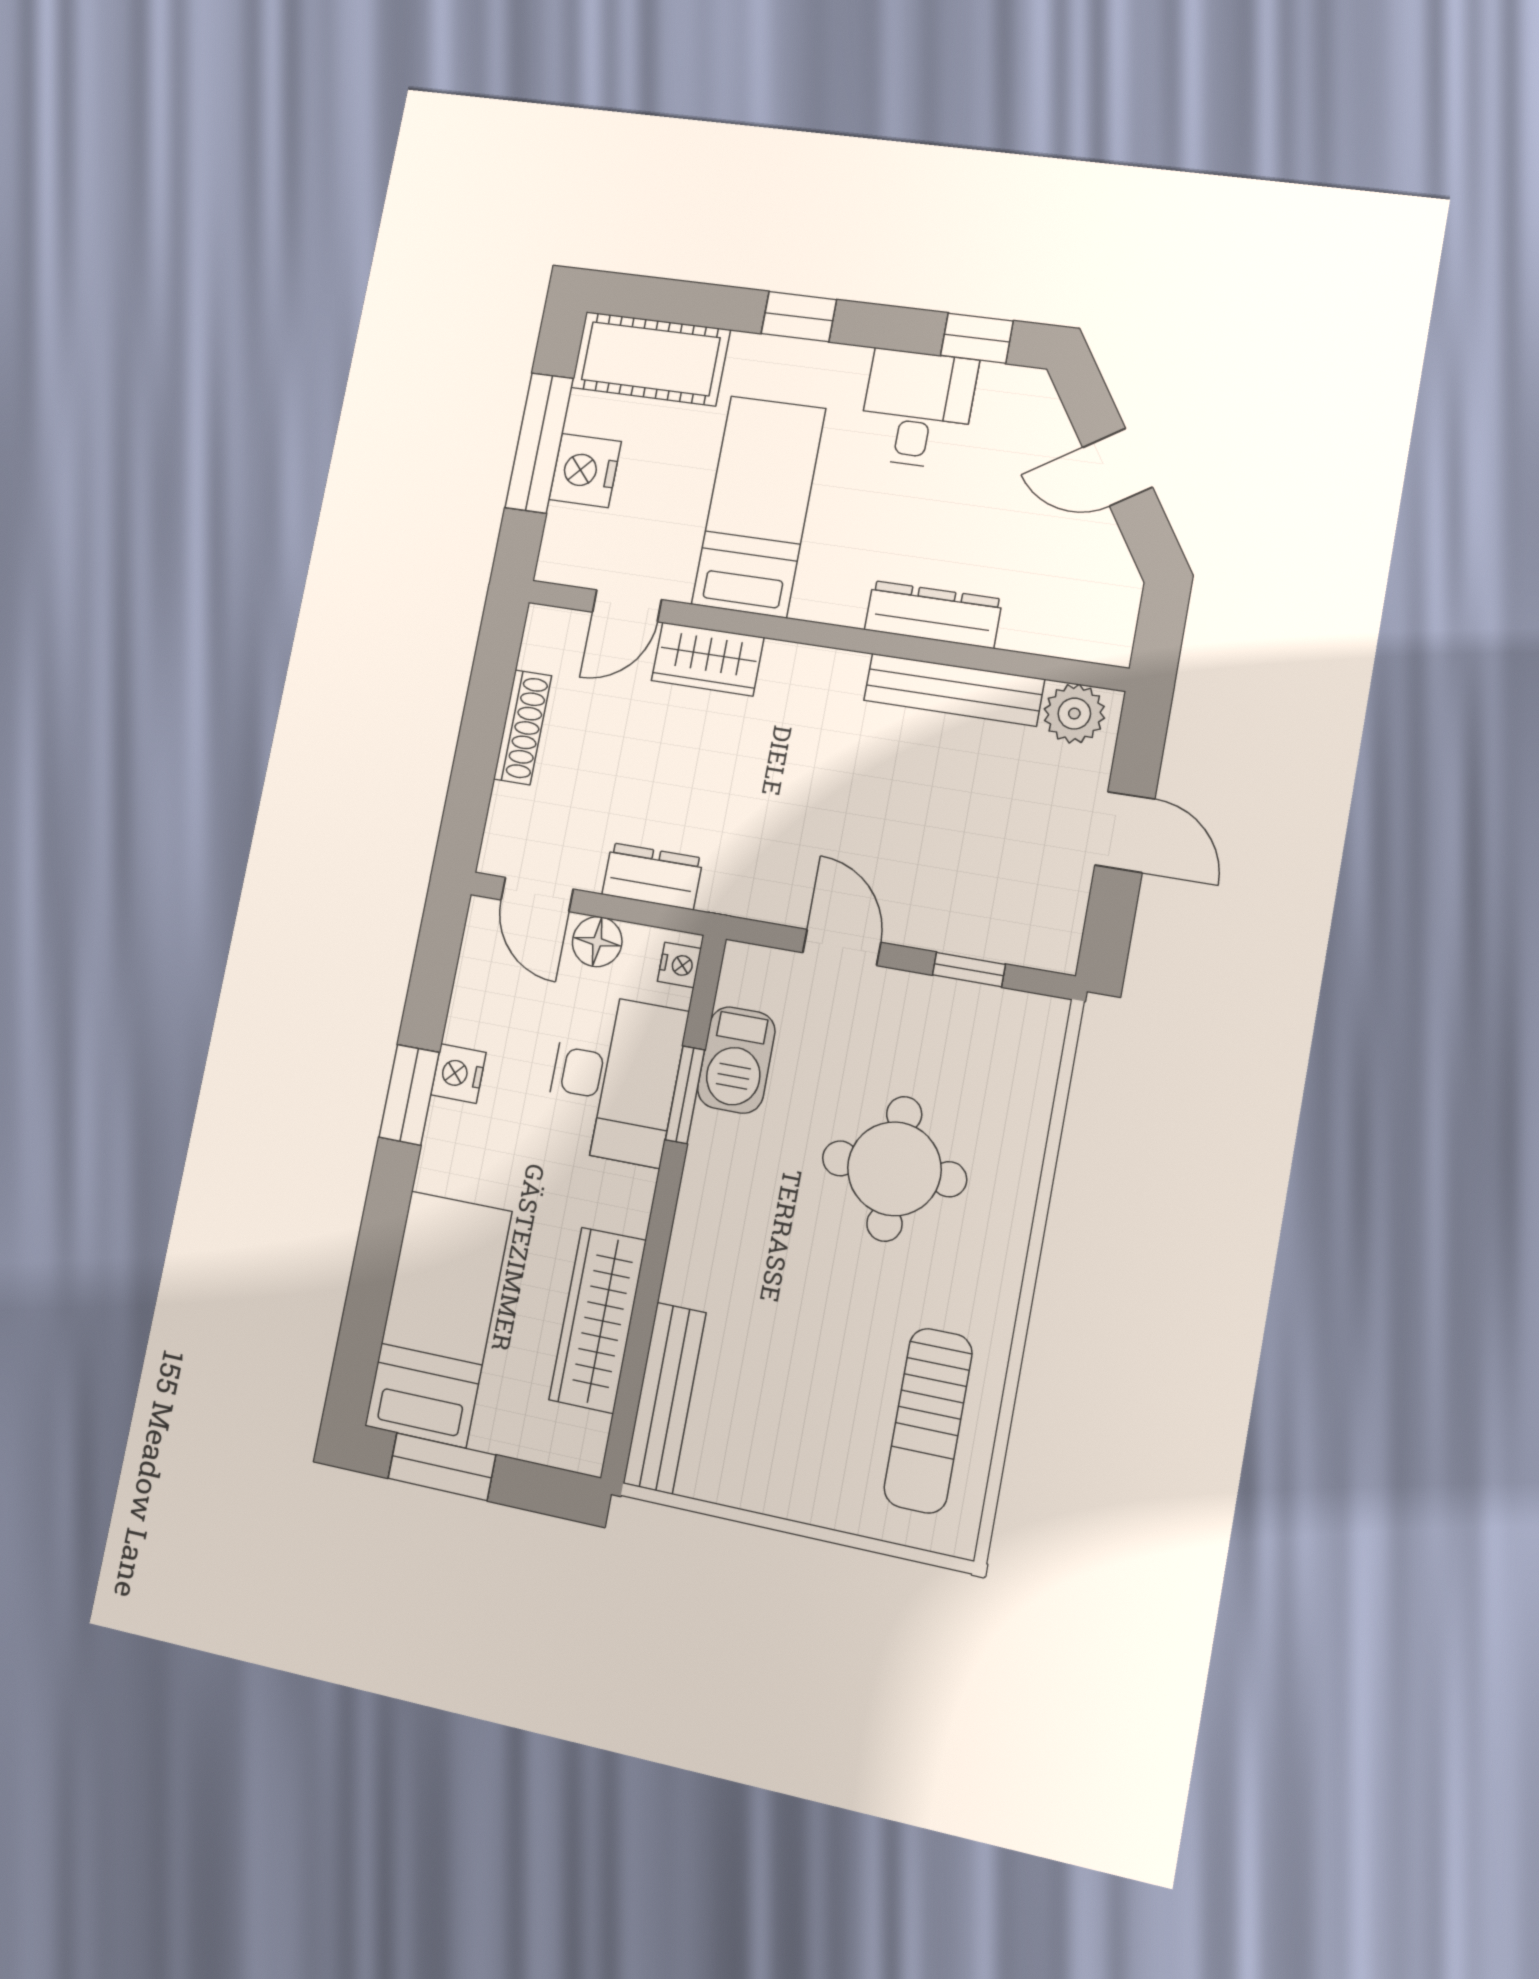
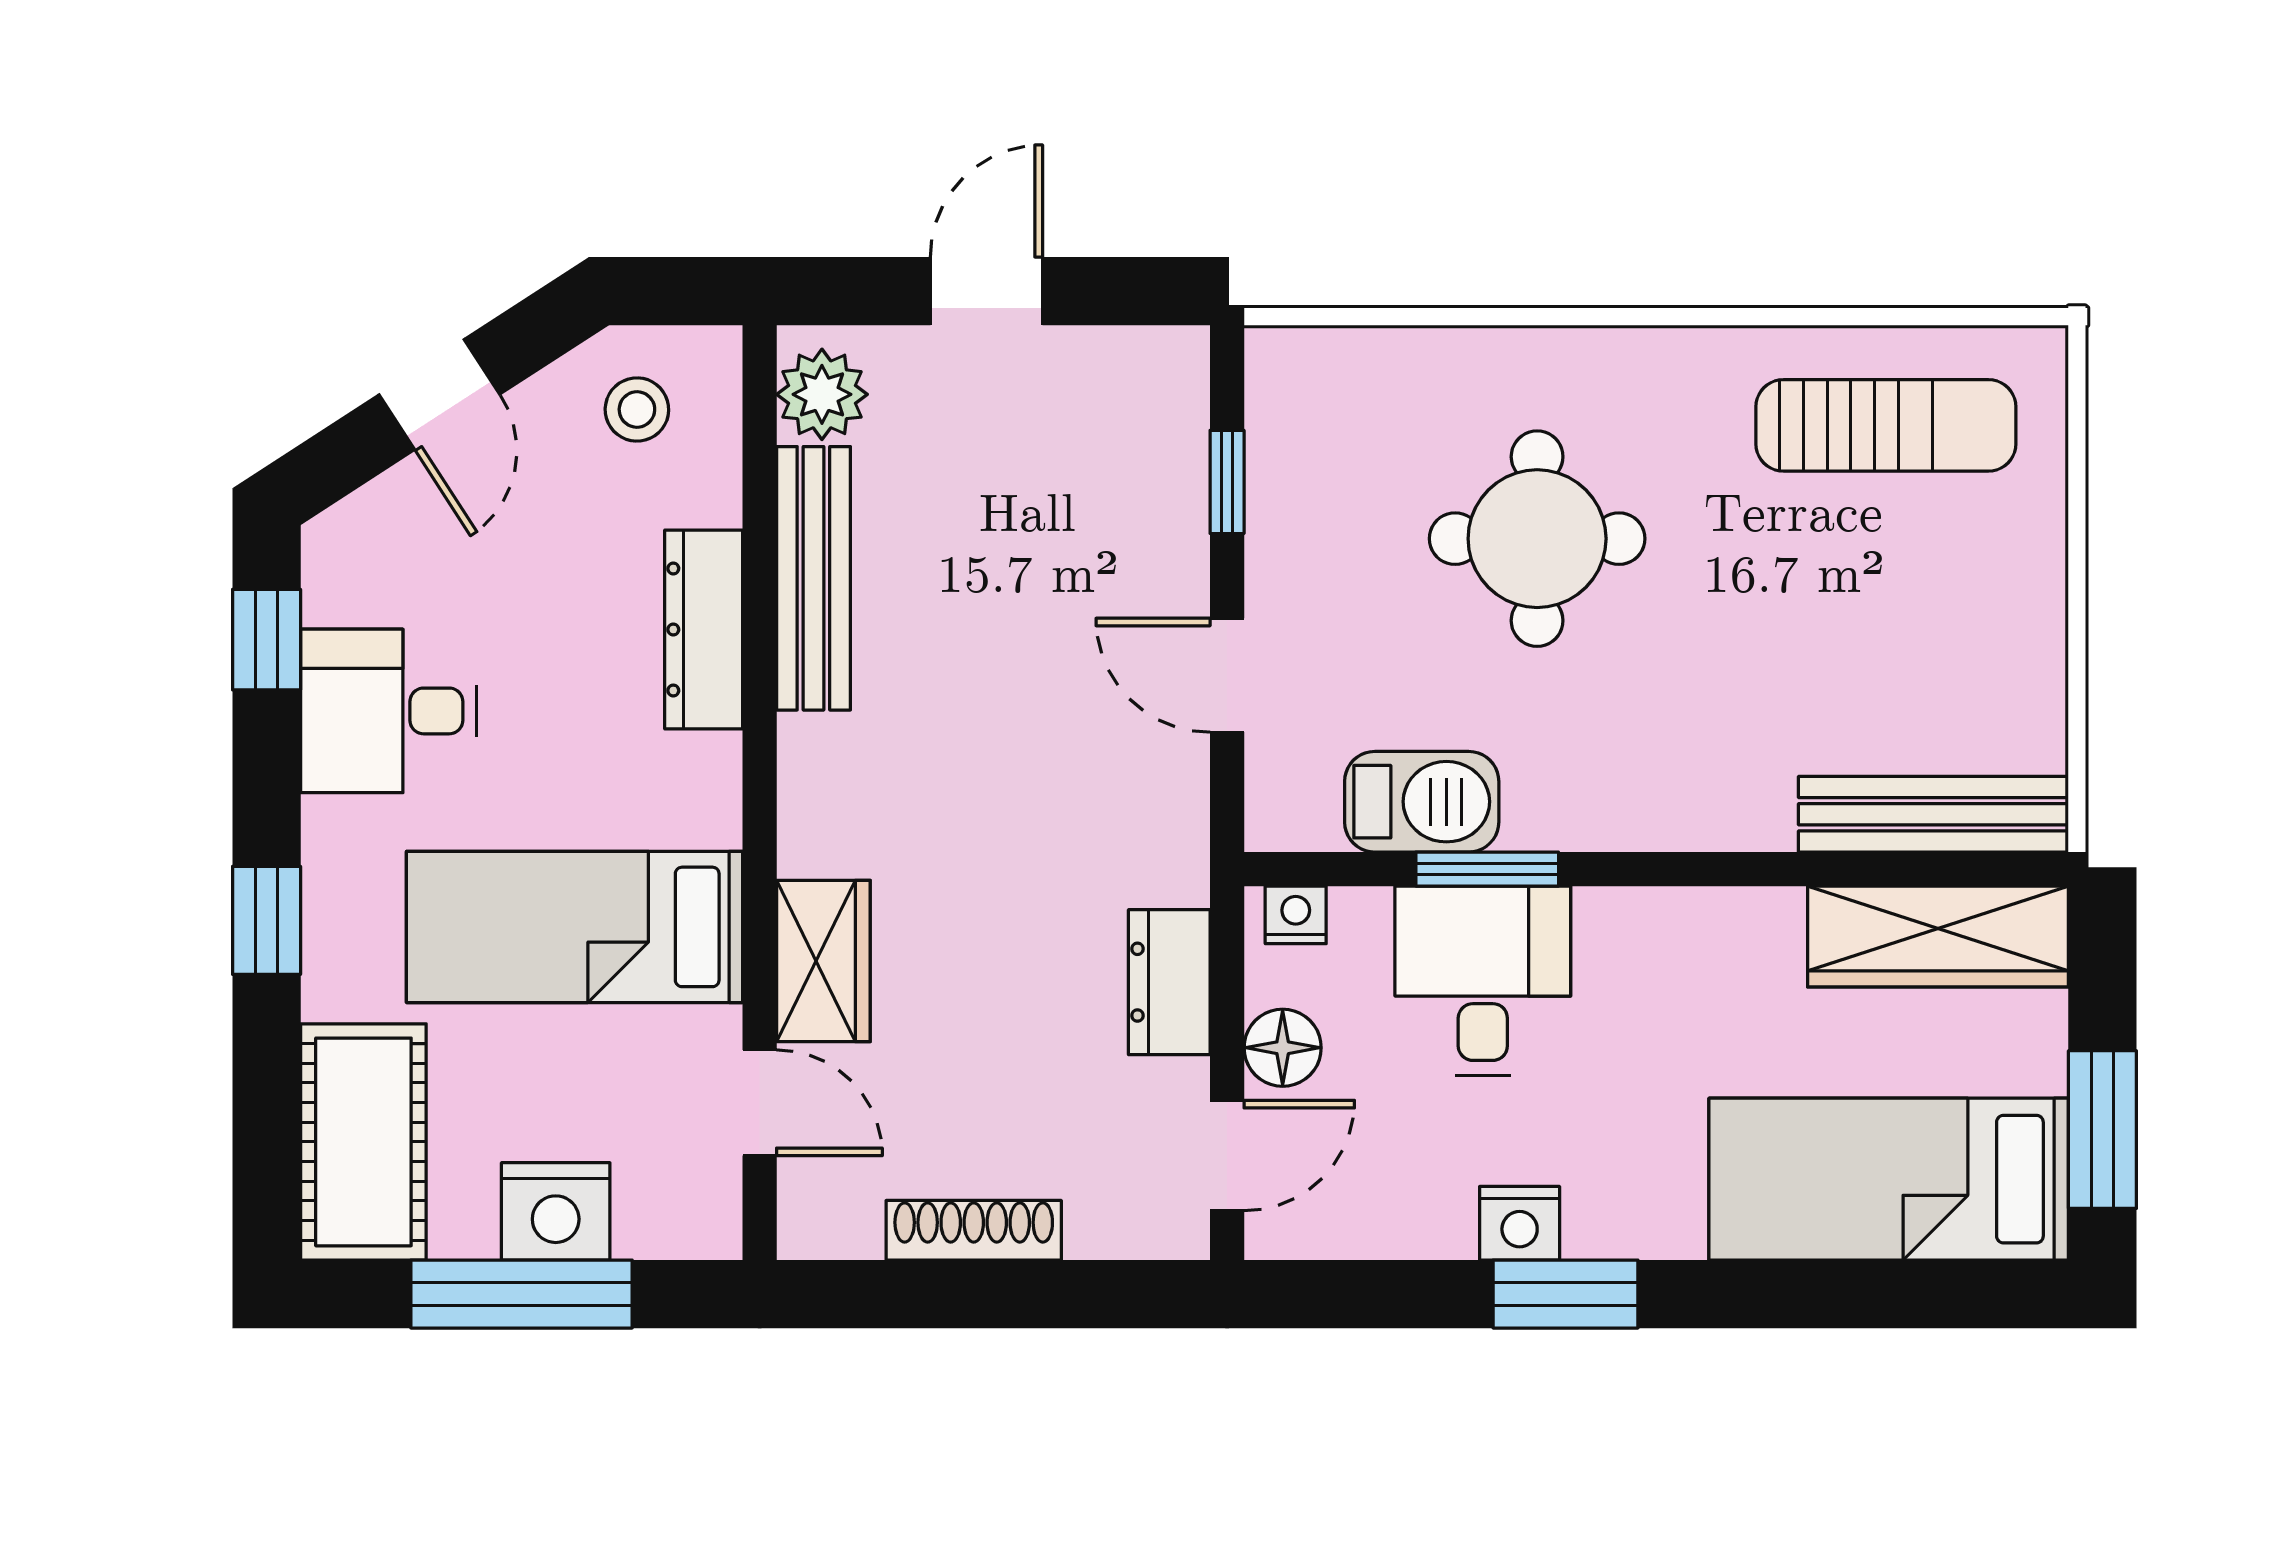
stool: (1085, 592) -> (637, 409), added
door: (842, 947) -> (1227, 675), hinge flipped
desk: (614, 1079) -> (1483, 981), width x0.73
wardrobe: (598, 1320) -> (1938, 936), moved

